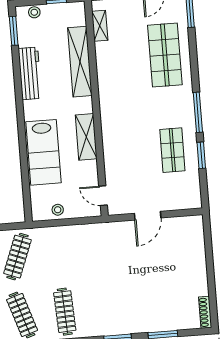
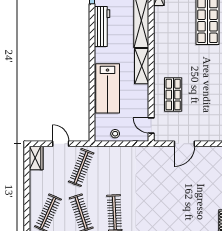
shelving: (86, 137) -> (142, 66), moved
shop shelf: (172, 150) -> (173, 95), moved

